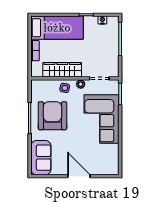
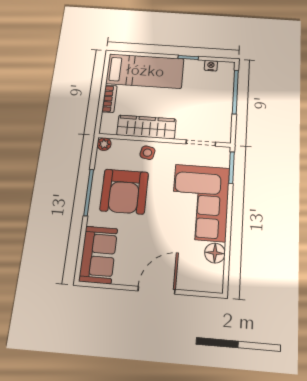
plant: (81, 84) -> (104, 144), moved
armchair: (52, 116) -> (124, 191), turned 180
floor lamp: (113, 151) -> (215, 253), added
door: (79, 176) -> (157, 290), hinge flipped

